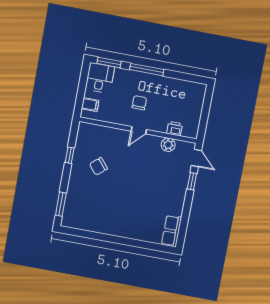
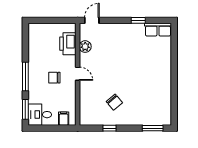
printer: (175, 129) -> (68, 44), width x1.87, depth x1.48
window: (192, 181) -> (138, 20), moved

